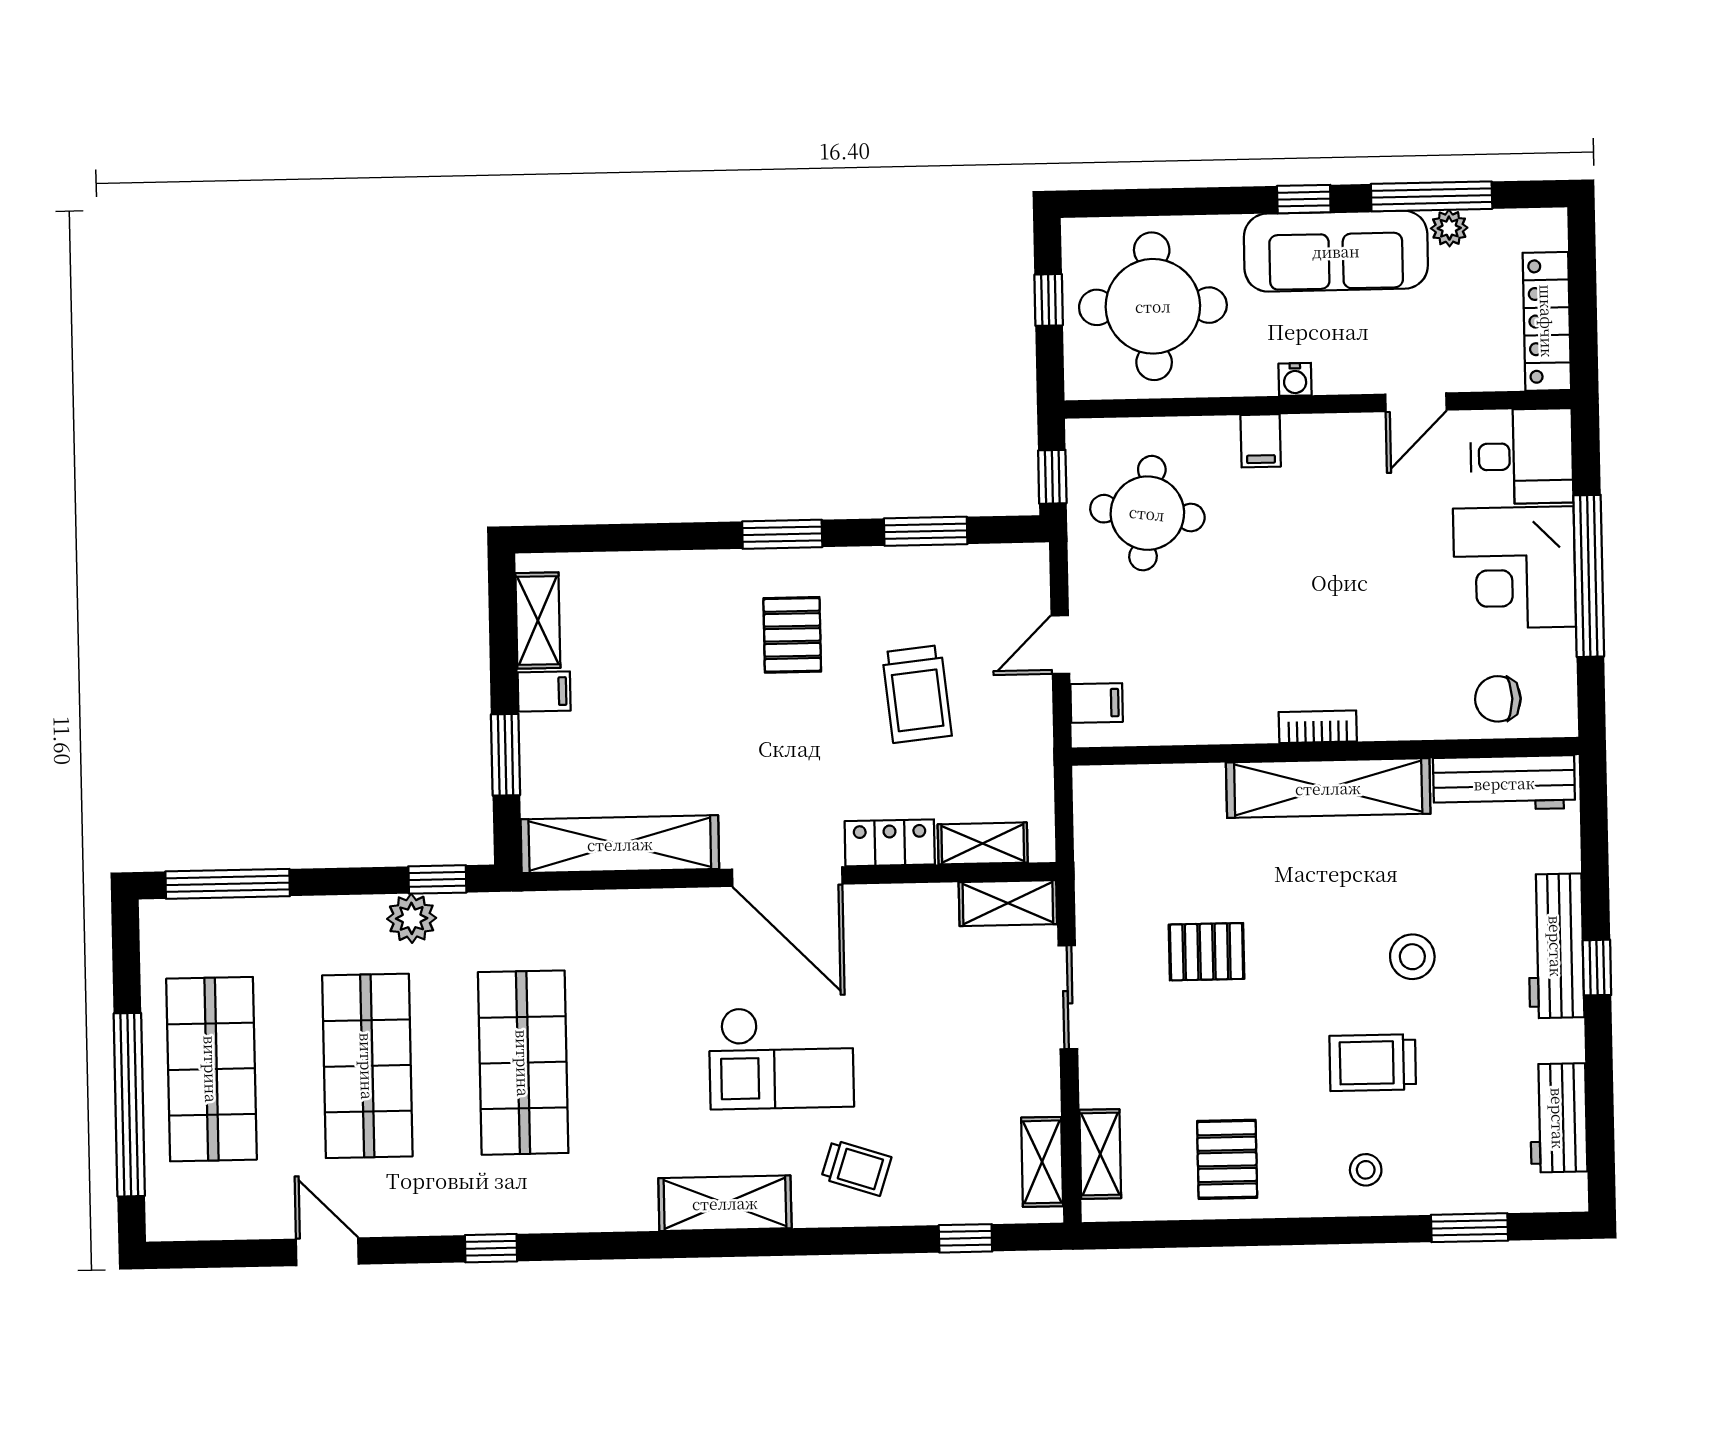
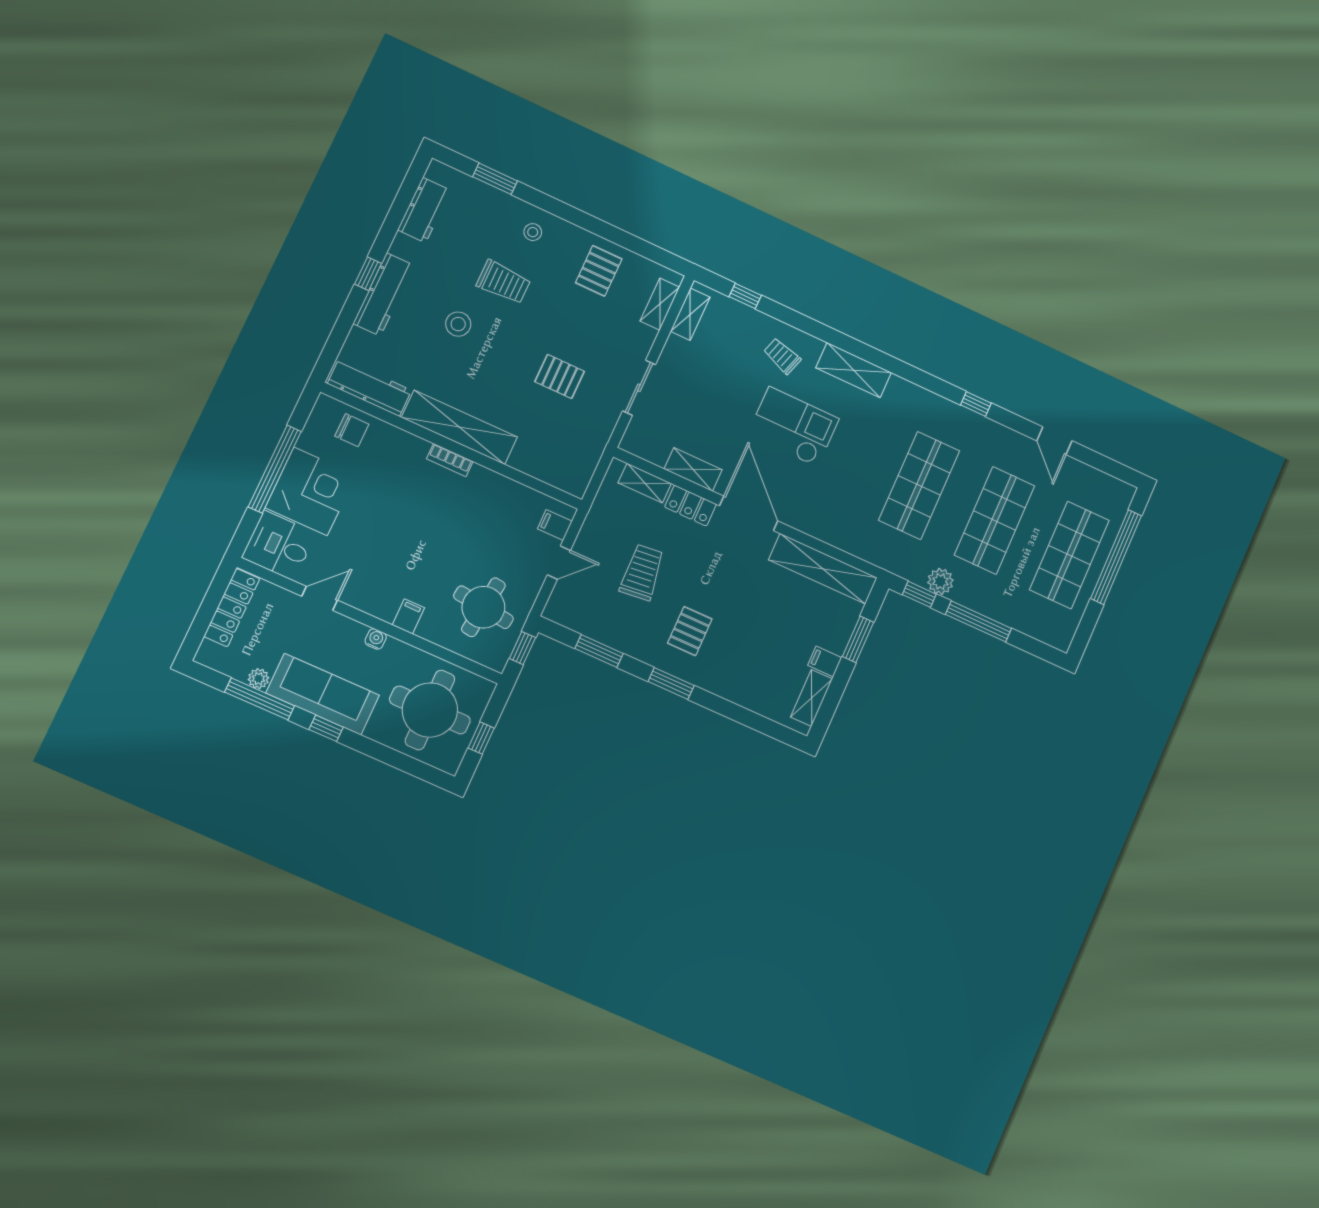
window: (228, 884) -> (978, 621), moved
shelving: (1008, 903) -> (693, 469), moved

